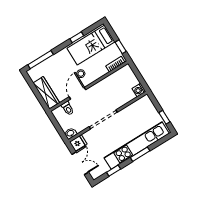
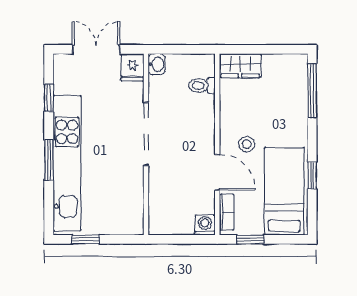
washing machine: (139, 90) -> (205, 225), moved
wardrobe: (46, 93) -> (240, 66), width x0.67
door: (77, 93) -> (217, 172), moved
double door: (80, 163) -> (96, 49), swing flipped

